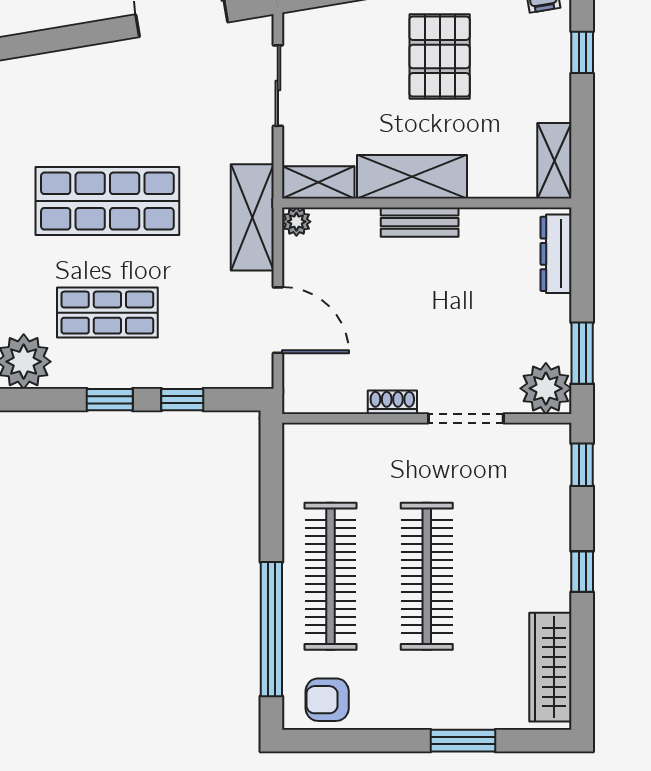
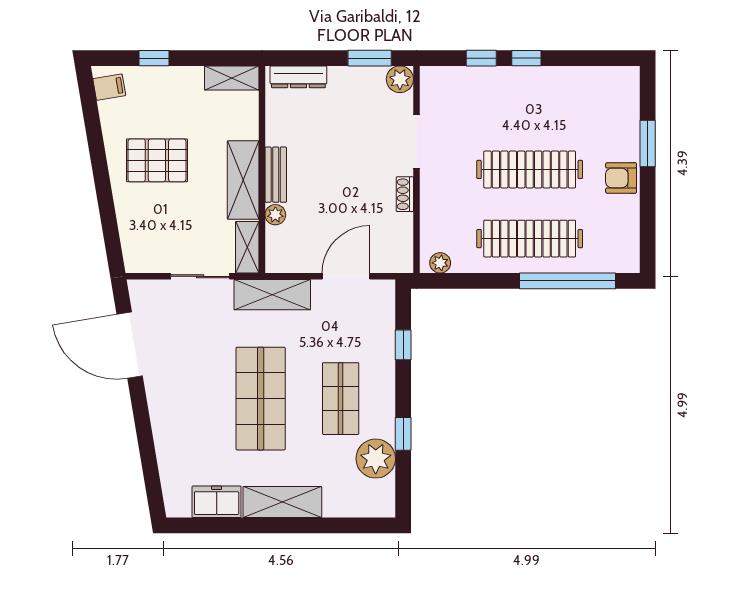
sliding door: (278, 86) -> (200, 276), moved
plant: (296, 222) -> (275, 215), moved
plant: (546, 388) -> (400, 79), width x0.73, depth x0.73
window: (110, 400) -> (403, 434), moved
plant: (297, 451) -> (440, 263), added
window: (582, 465) -> (481, 58), moved
wardrobe: (550, 667) -> (595, 81), removed
armchair: (327, 700) -> (621, 178), moved, turned 90

